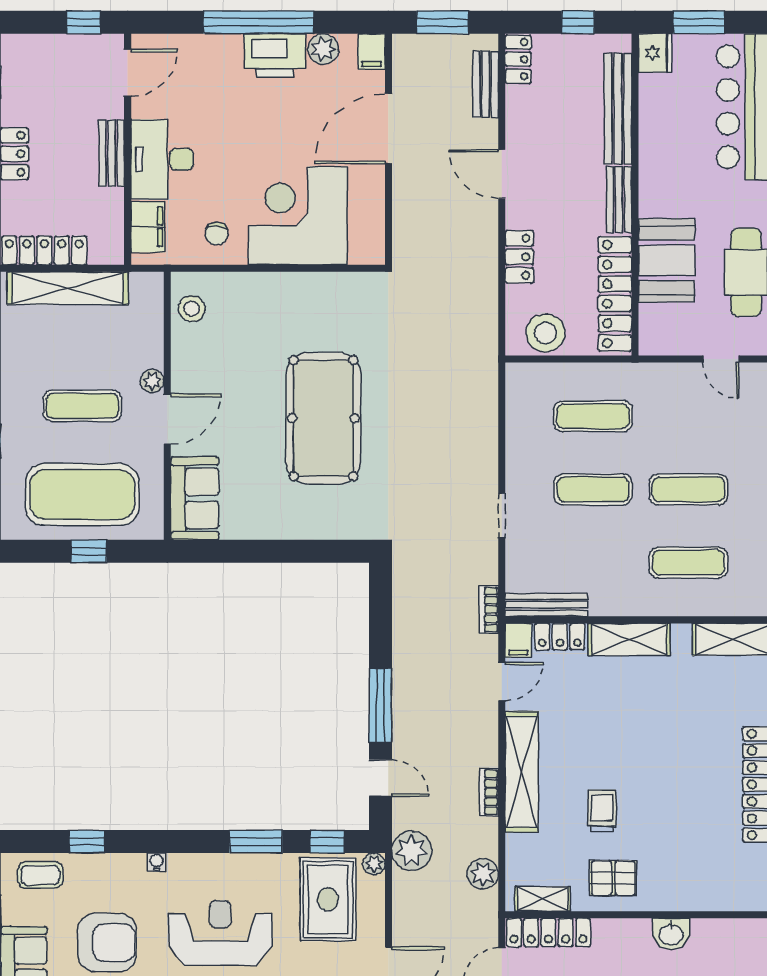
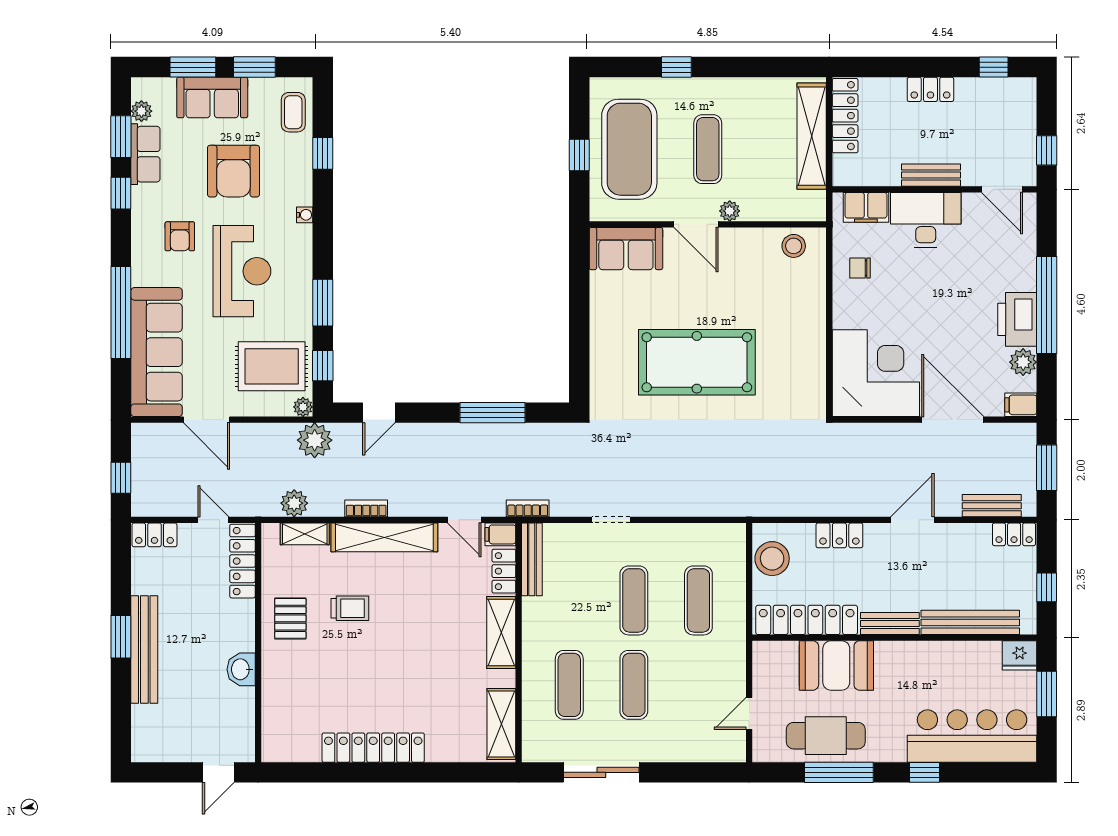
corner desk: (298, 216) -> (876, 373), moved
window: (380, 705) -> (492, 413), moved
shelving: (543, 899) -> (305, 534), moved, turned 90

